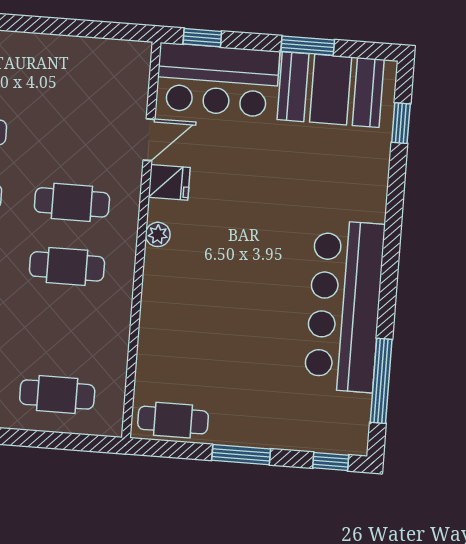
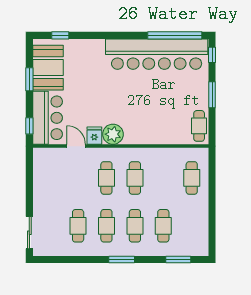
plant: (158, 234) -> (113, 134), width x1.87, depth x1.87
bar counter: (345, 306) -> (157, 54), width x1.36
window: (381, 381) -> (175, 35), width x1.46

